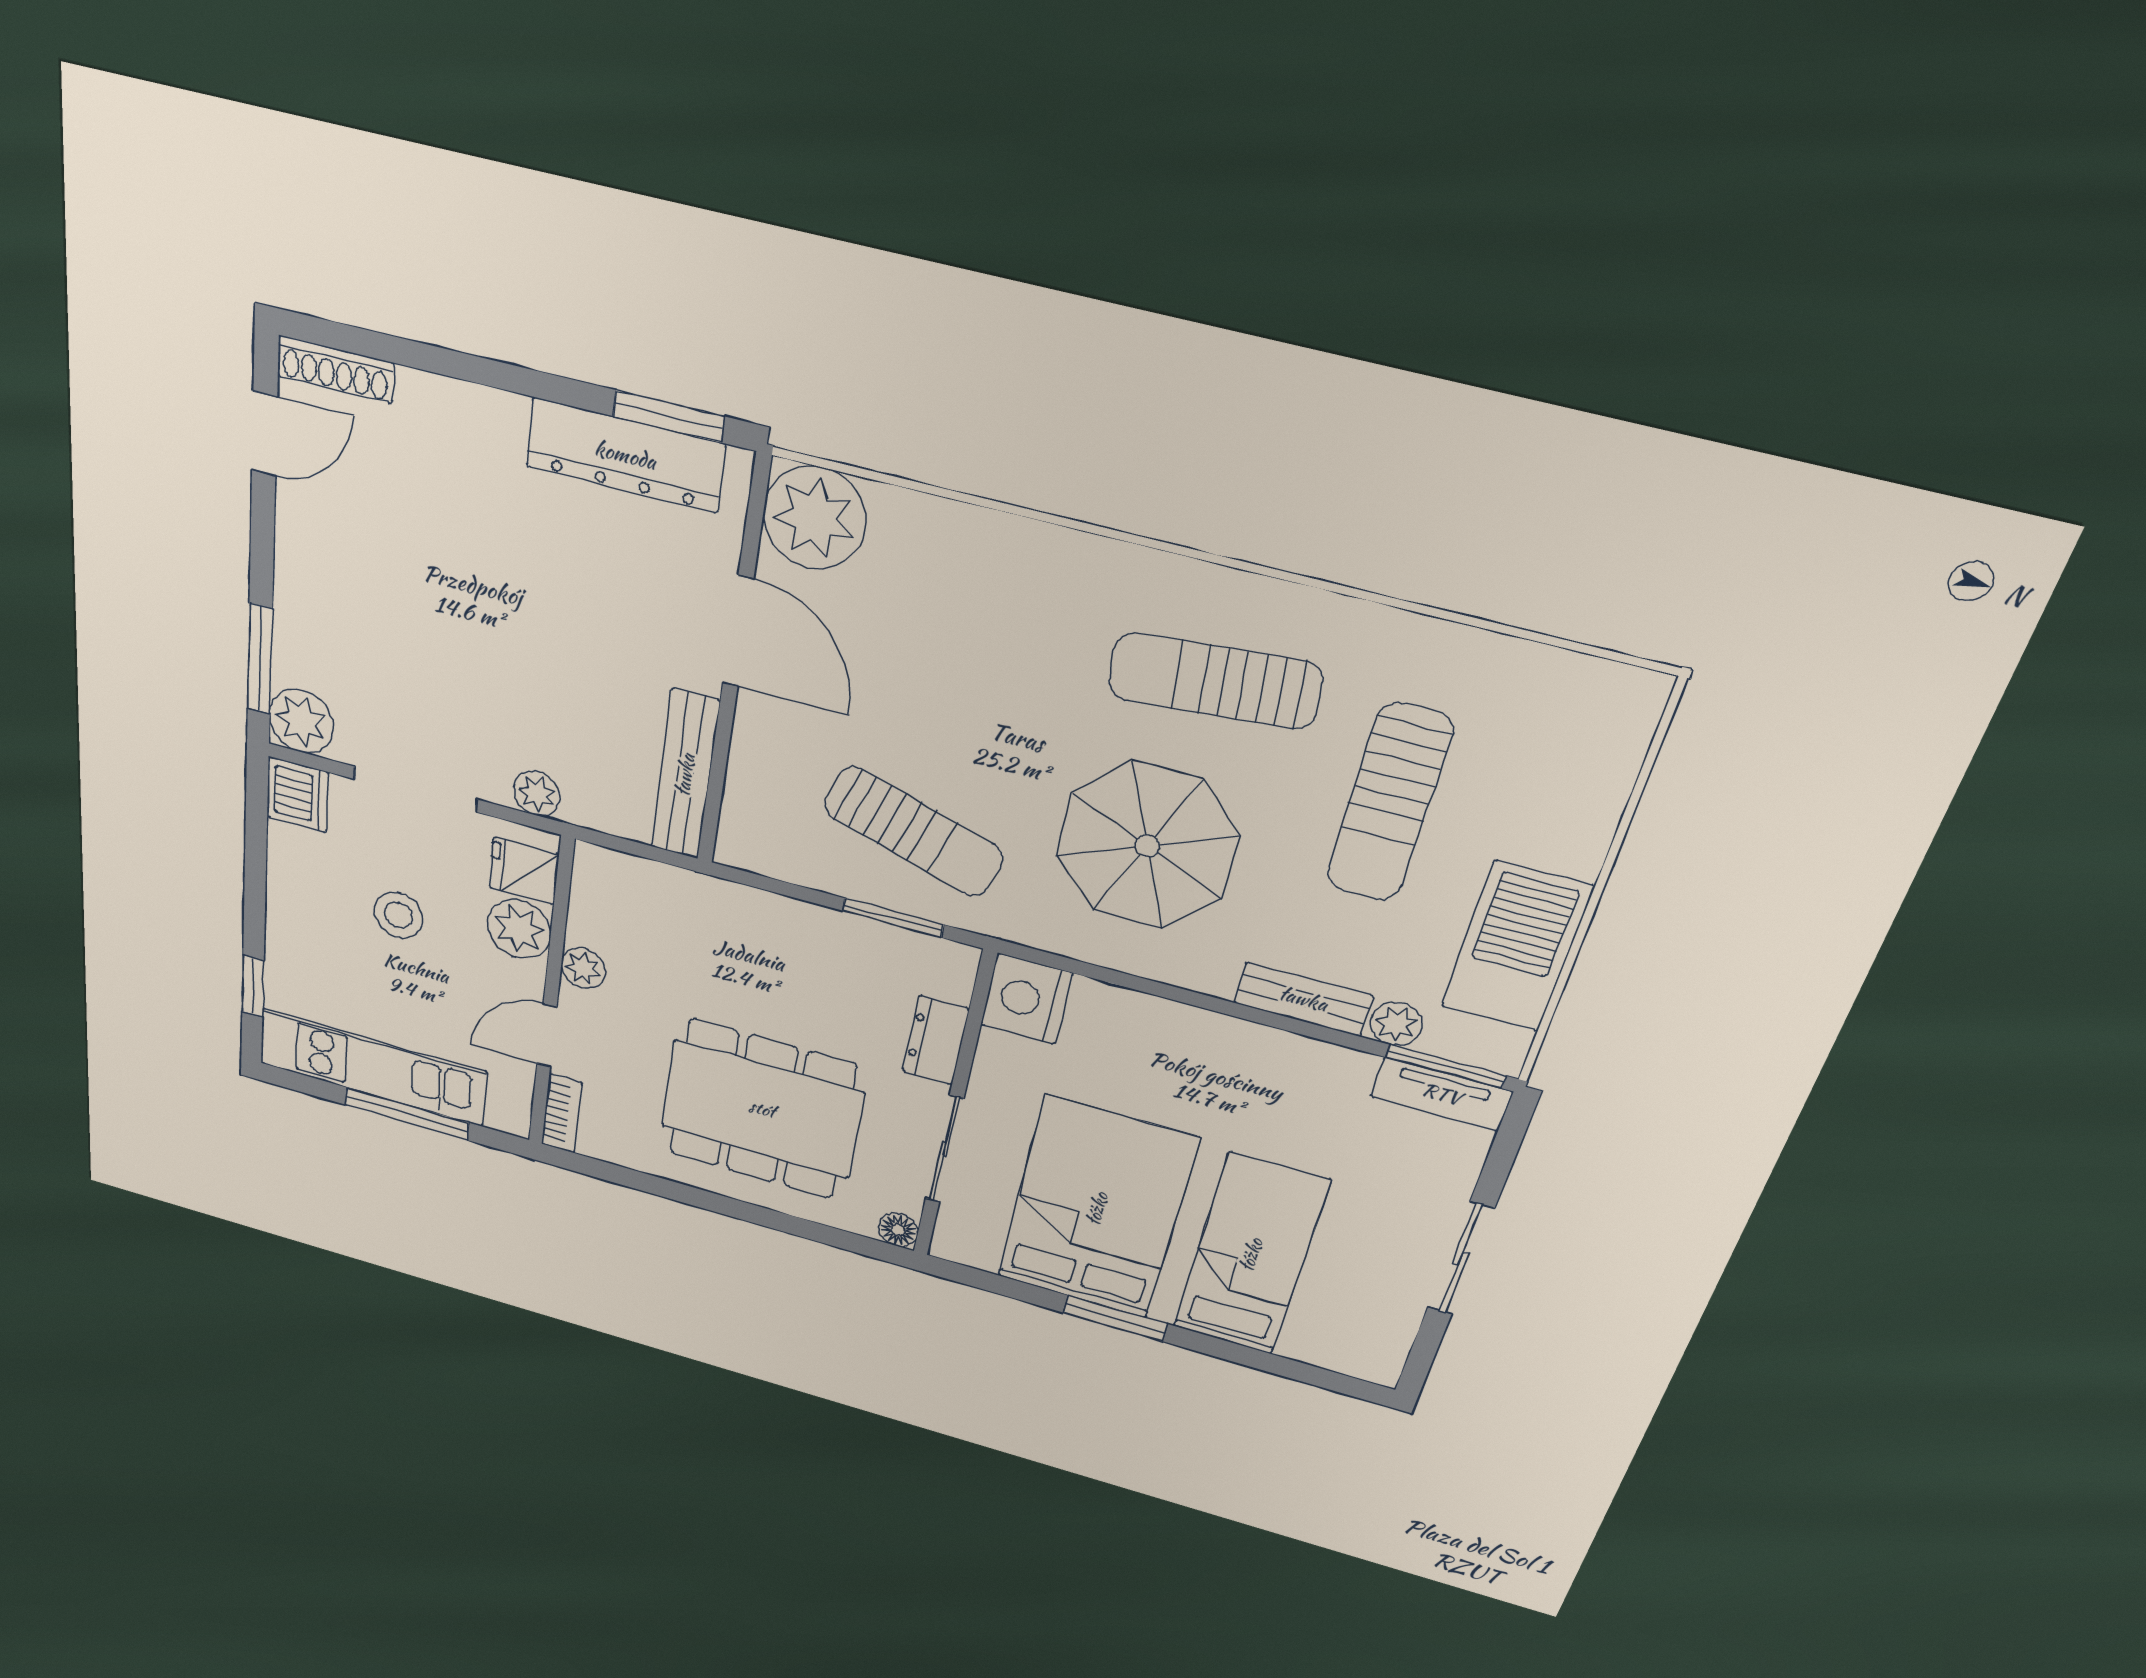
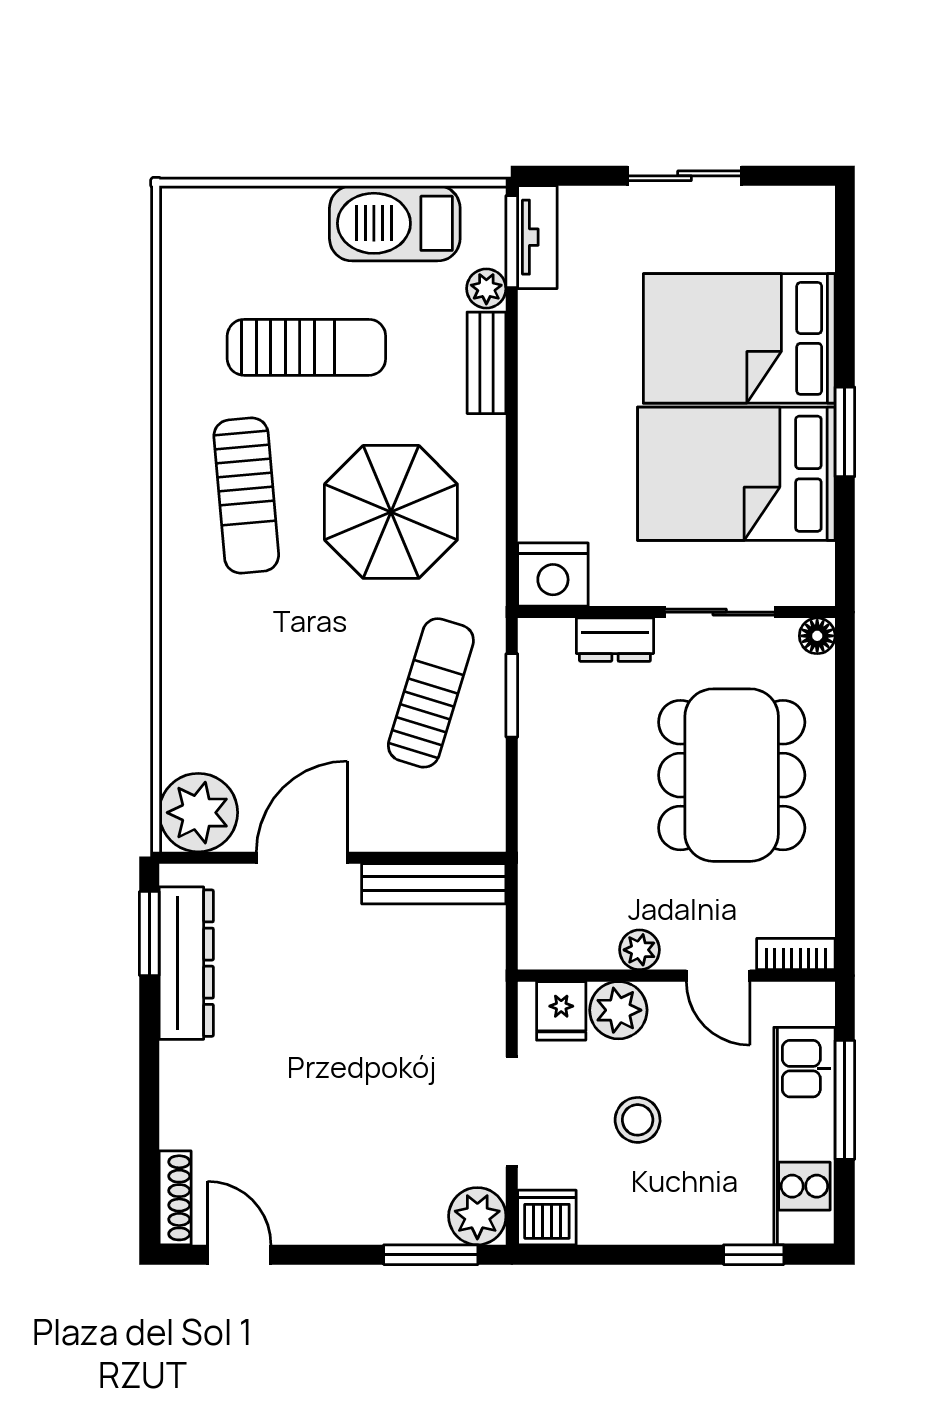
plant: (537, 794) -> (486, 1006), removed
bed: (1251, 1255) -> (739, 338), width x1.50

